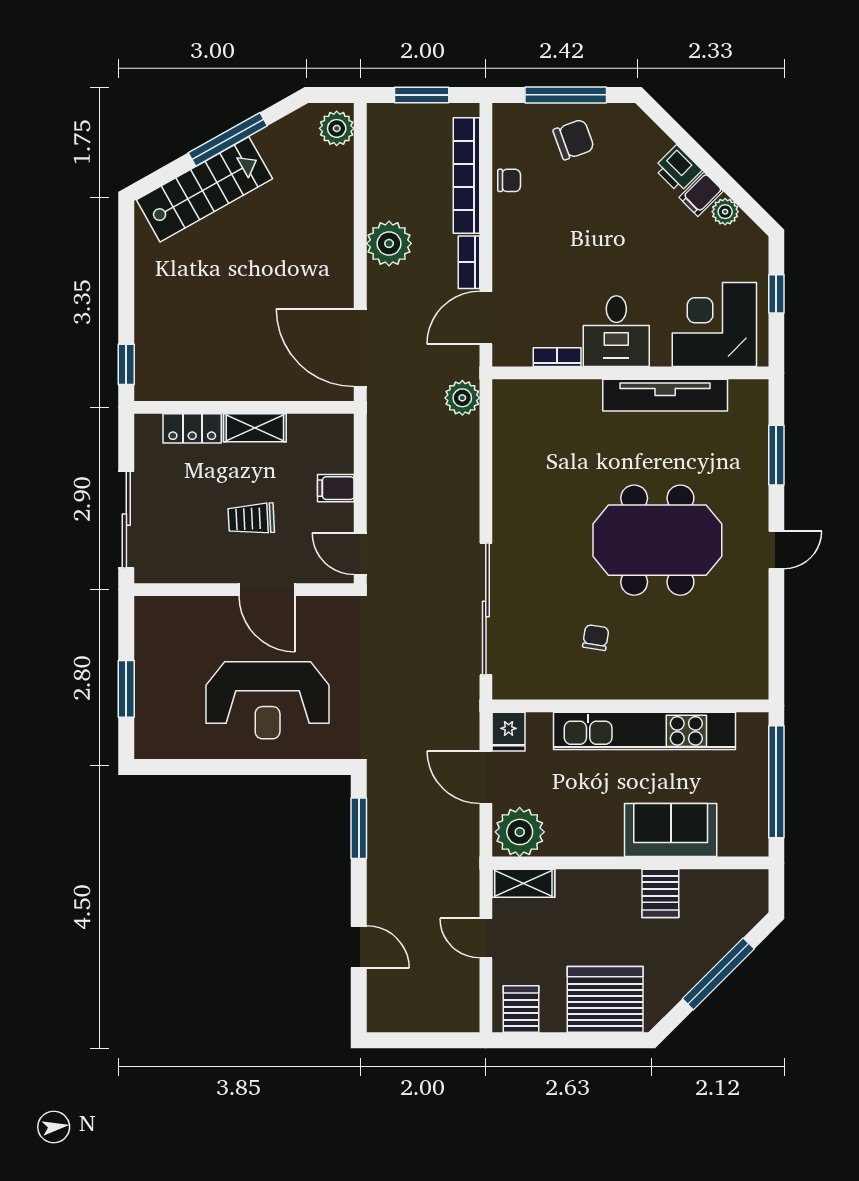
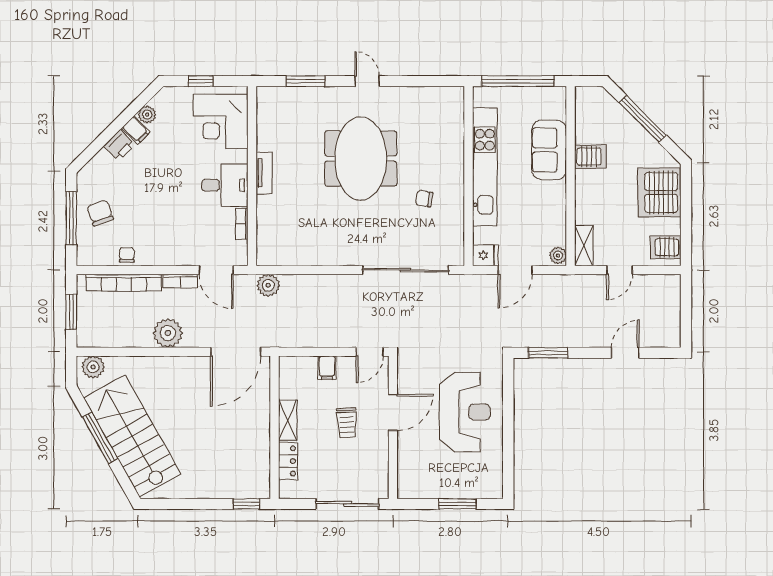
stairs: (204, 189) -> (132, 436), width x1.36, depth x1.51
tv unit: (665, 395) -> (264, 173), width x0.52, depth x0.78
plant: (520, 832) -> (558, 255), width x0.53, depth x0.53

